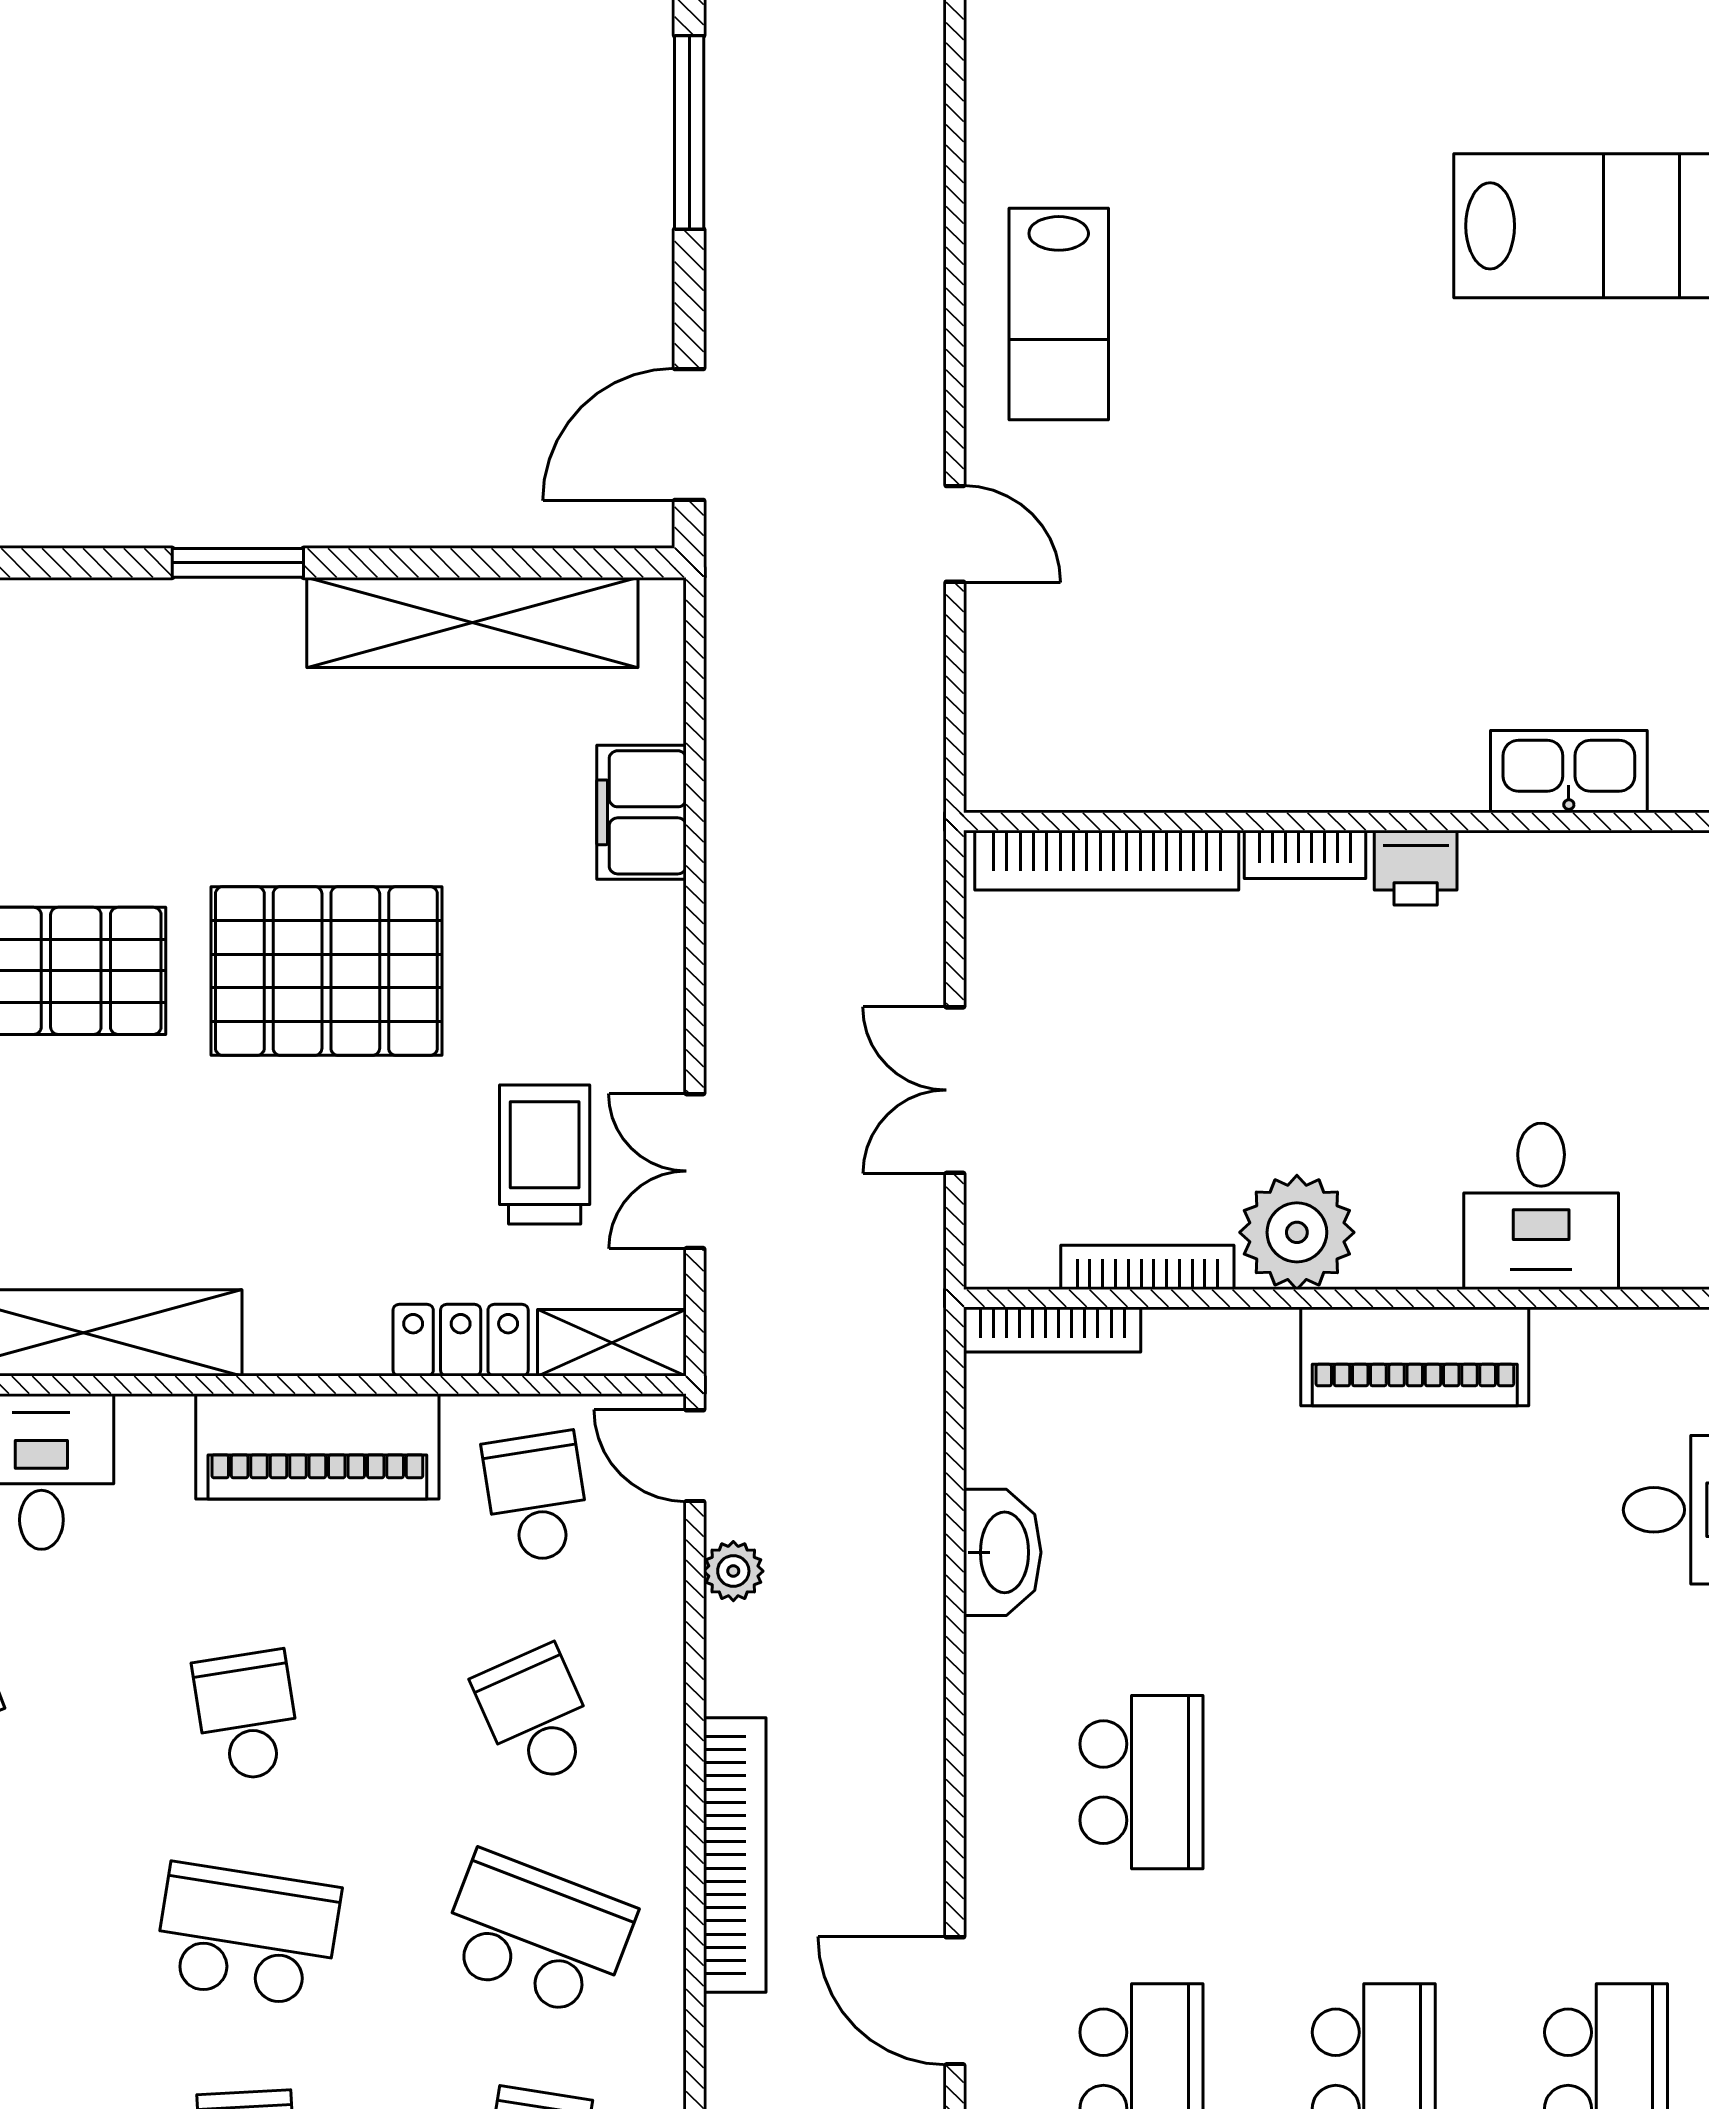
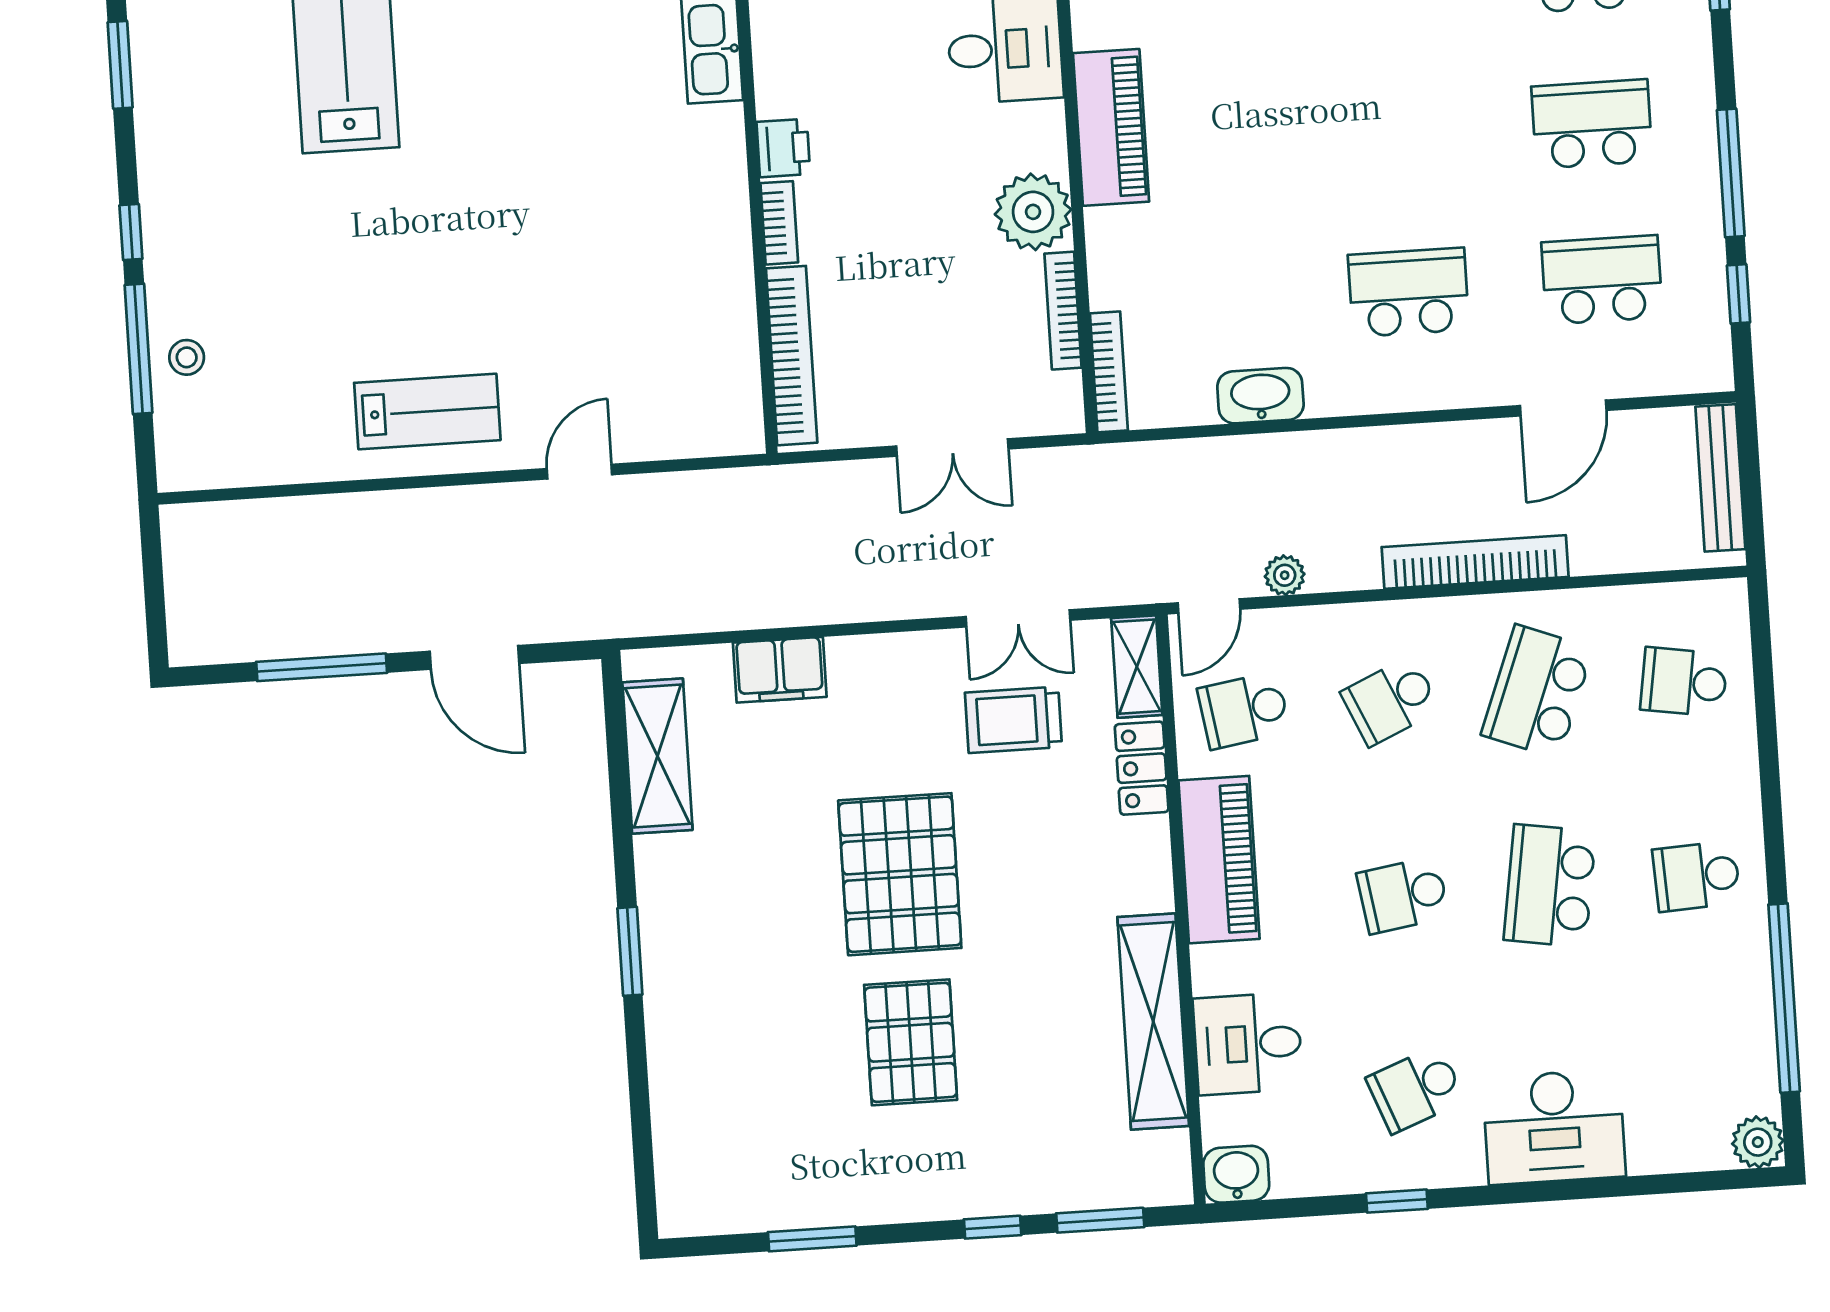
door: (689, 434) -> (475, 657), moved
shelving: (472, 622) -> (657, 756), width x0.68

